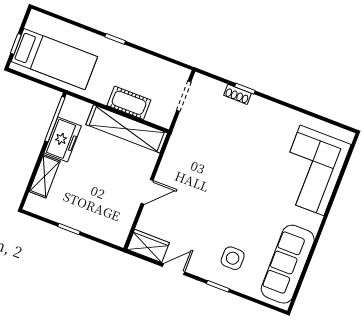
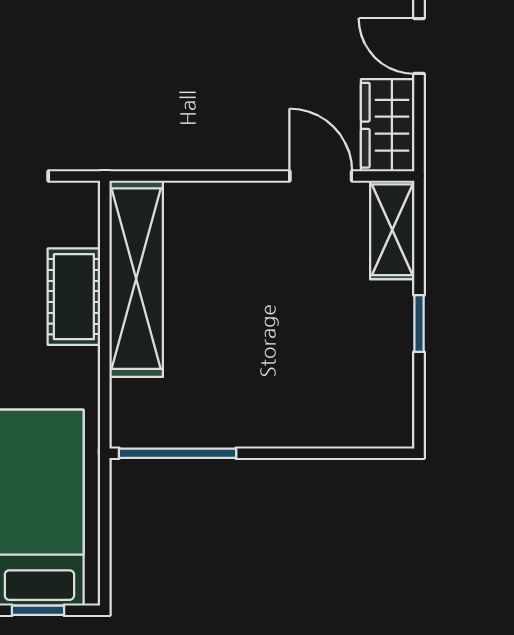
freezer: (63, 140) -> (218, 417), removed
shelving: (45, 176) -> (392, 230), moved, turned 90
door: (147, 192) -> (321, 176), moved

